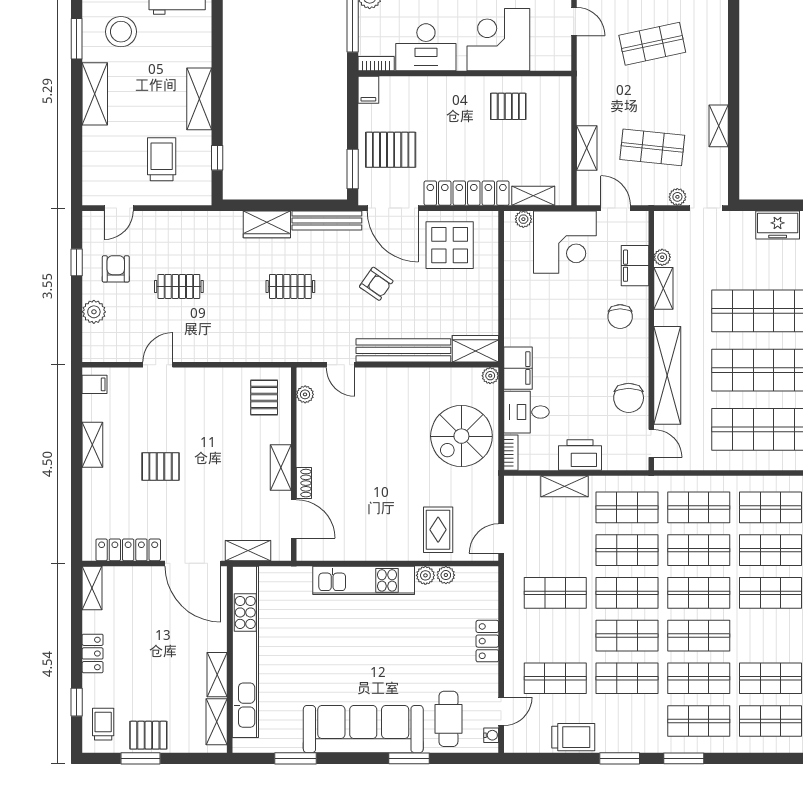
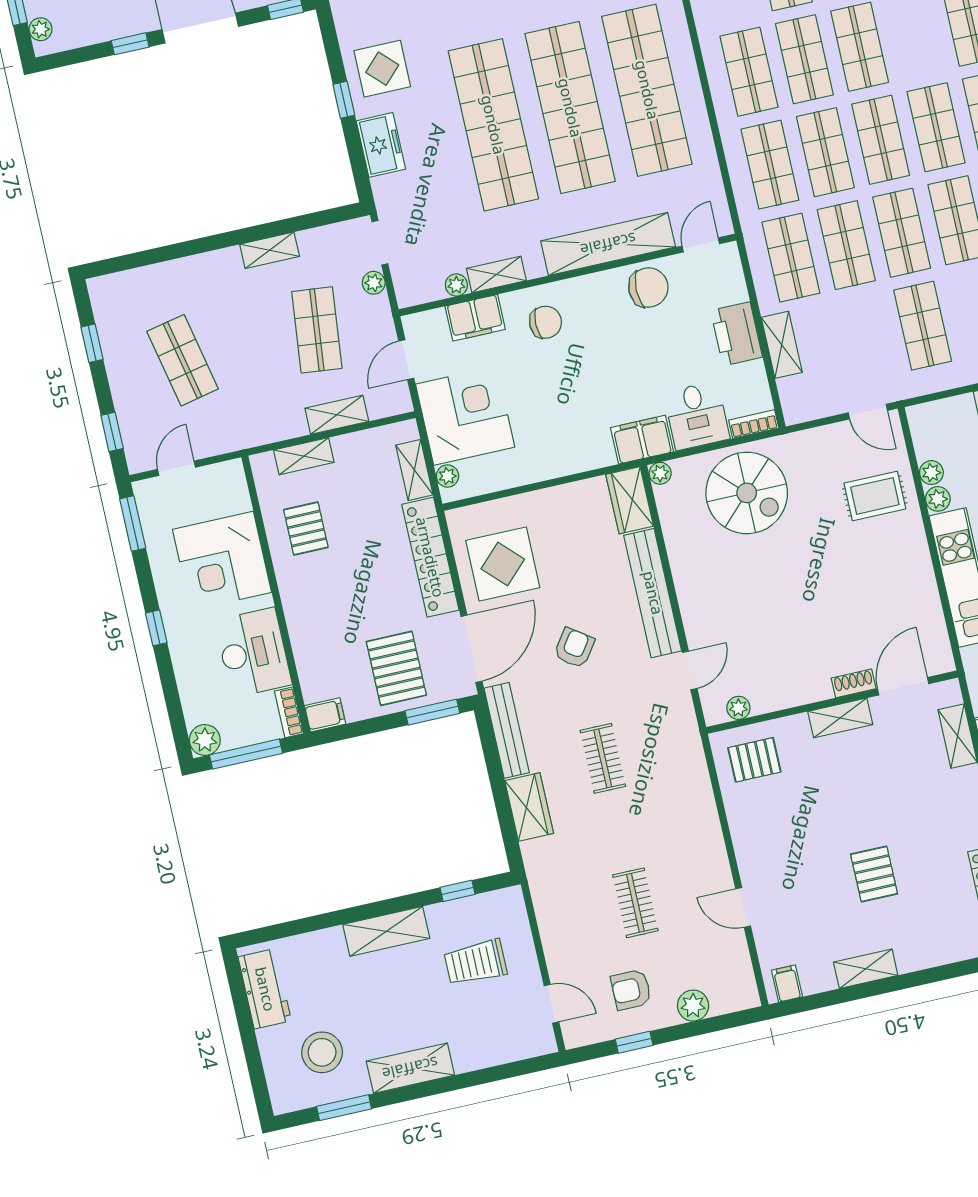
shelving: (562, 117) -> (304, 456), added

